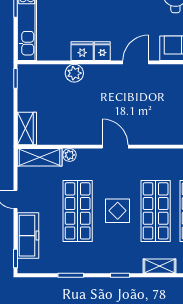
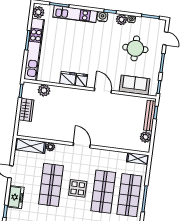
door: (136, 62) -> (103, 91), hinge flipped
plant: (74, 73) -> (44, 90), moved
wardrobe: (27, 128) -> (26, 110), moved
freezer: (28, 236) -> (16, 197), width x0.71

